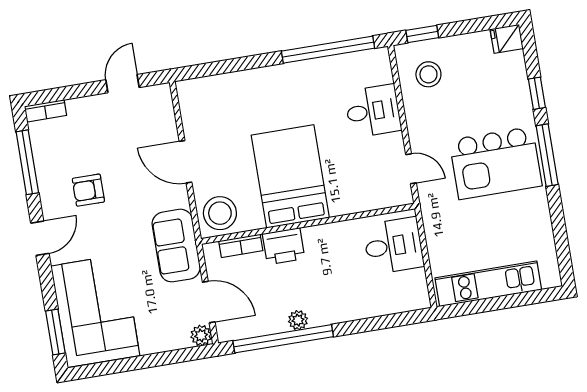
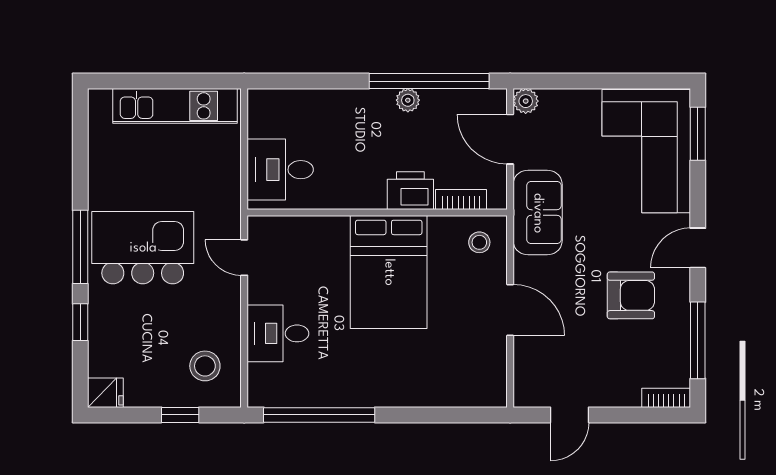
window: (422, 34) -> (180, 415), moved
armchair: (88, 190) -> (631, 295), width x1.38, depth x1.38
stool: (220, 213) -> (479, 242), width x0.53, depth x0.53

